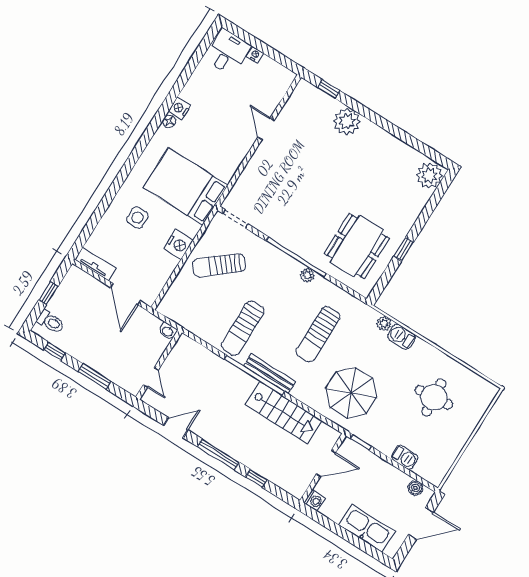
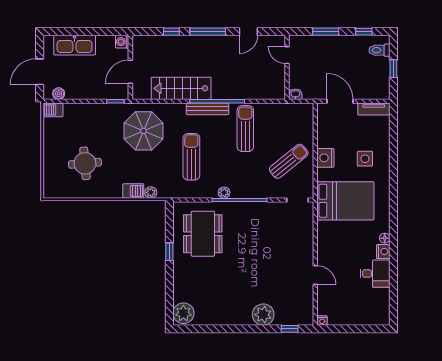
desk: (228, 52) -> (375, 274), moved, turned -90
nightstand: (255, 55) -> (322, 321), moved
barbecue: (405, 457) -> (53, 110), moved

